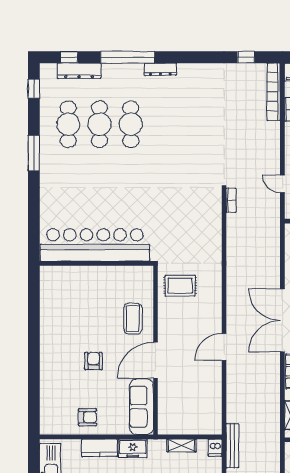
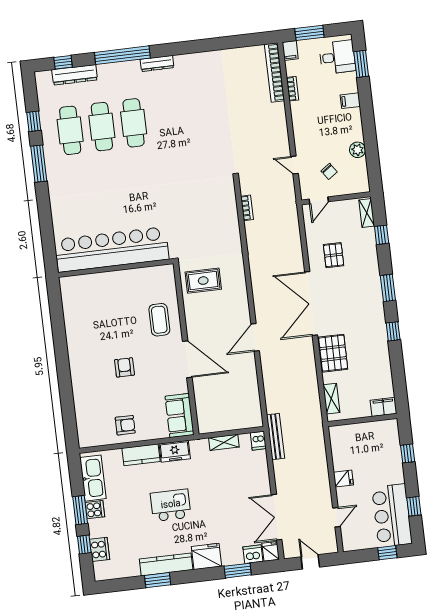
window: (246, 57) -> (242, 41), removed
window: (34, 89) -> (34, 121), moved
bookcase: (231, 200) -> (247, 208), moved
door: (156, 360) -> (187, 359), swing flipped
sofa: (141, 407) -> (180, 415), width x0.73

